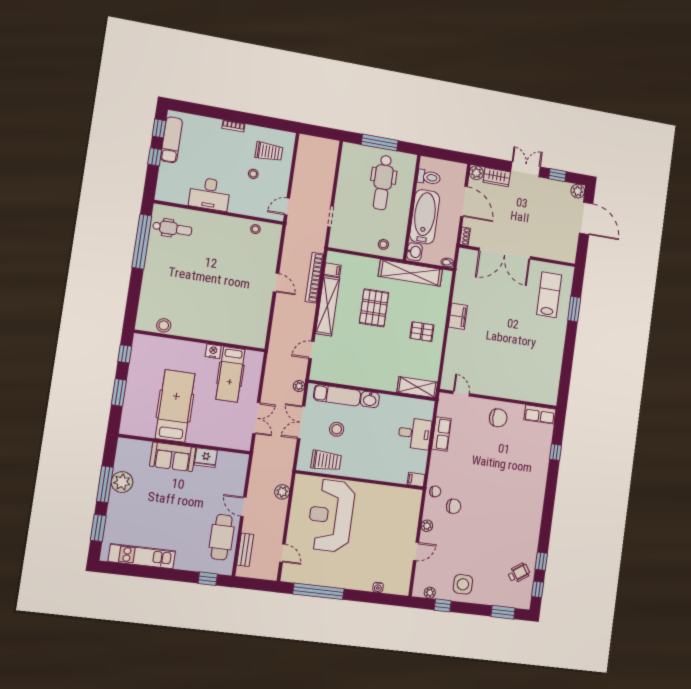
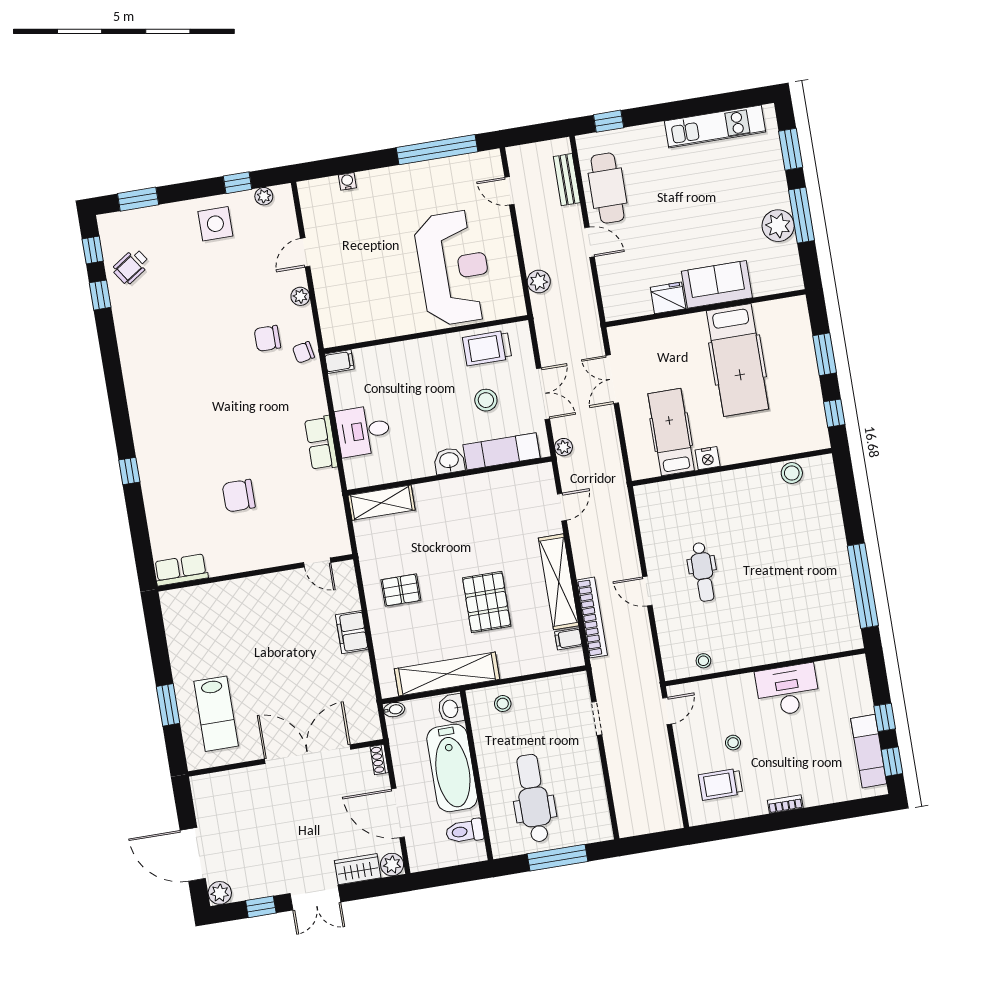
dental chair: (172, 228) -> (703, 572), moved, turned -90
door: (461, 394) -> (317, 563), moved
wall: (498, 399) -> (255, 573), moved
row of seats: (540, 414) -> (181, 570), moved

